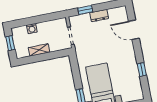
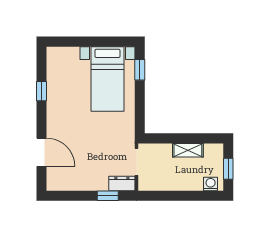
dresser: (99, 16) -> (122, 184), moved
washing machine: (32, 29) -> (211, 184), moved

